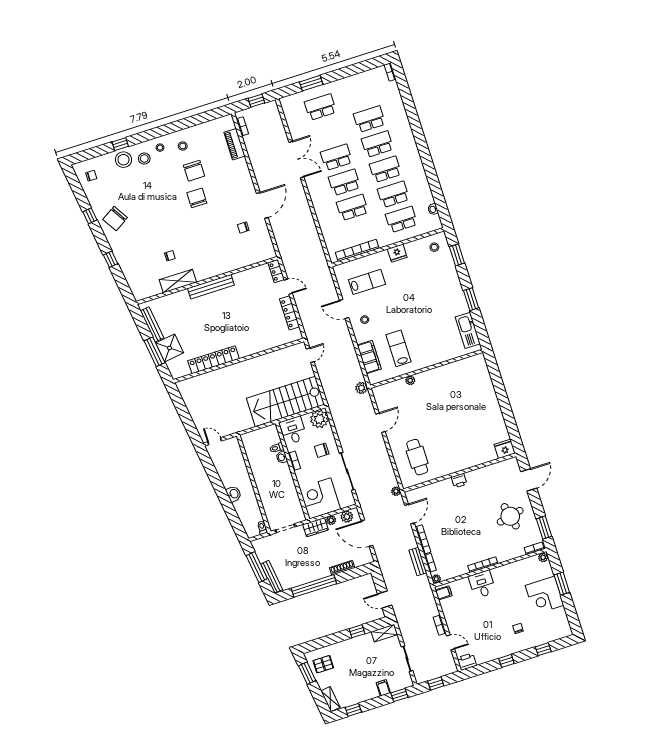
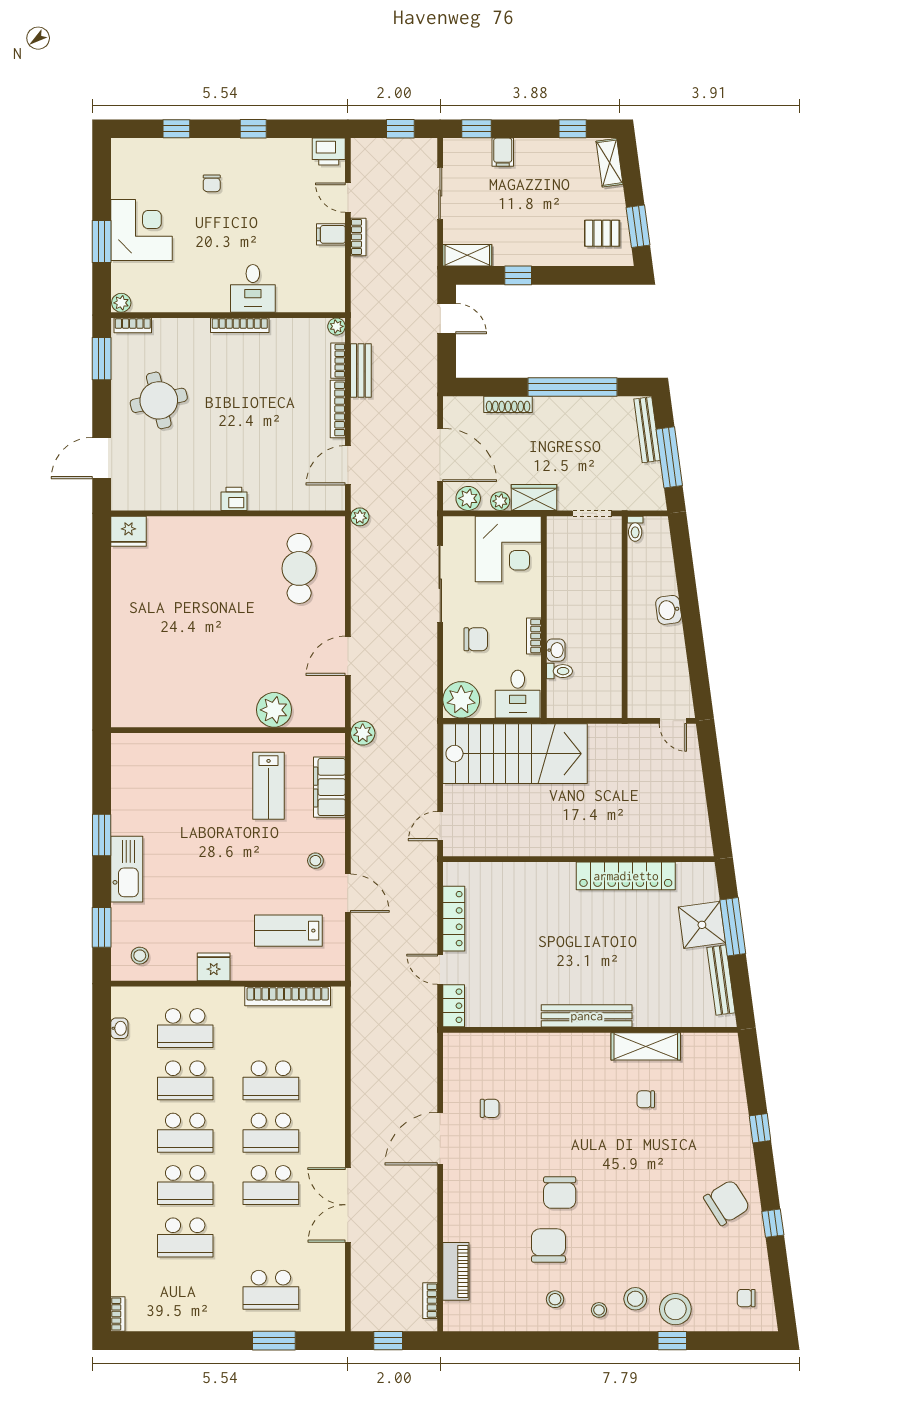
kitchen sink: (468, 330) -> (127, 869), moved
plant: (410, 380) -> (274, 710), width x1.87, depth x1.87
filing cabinet: (444, 593) -> (331, 234), moved

